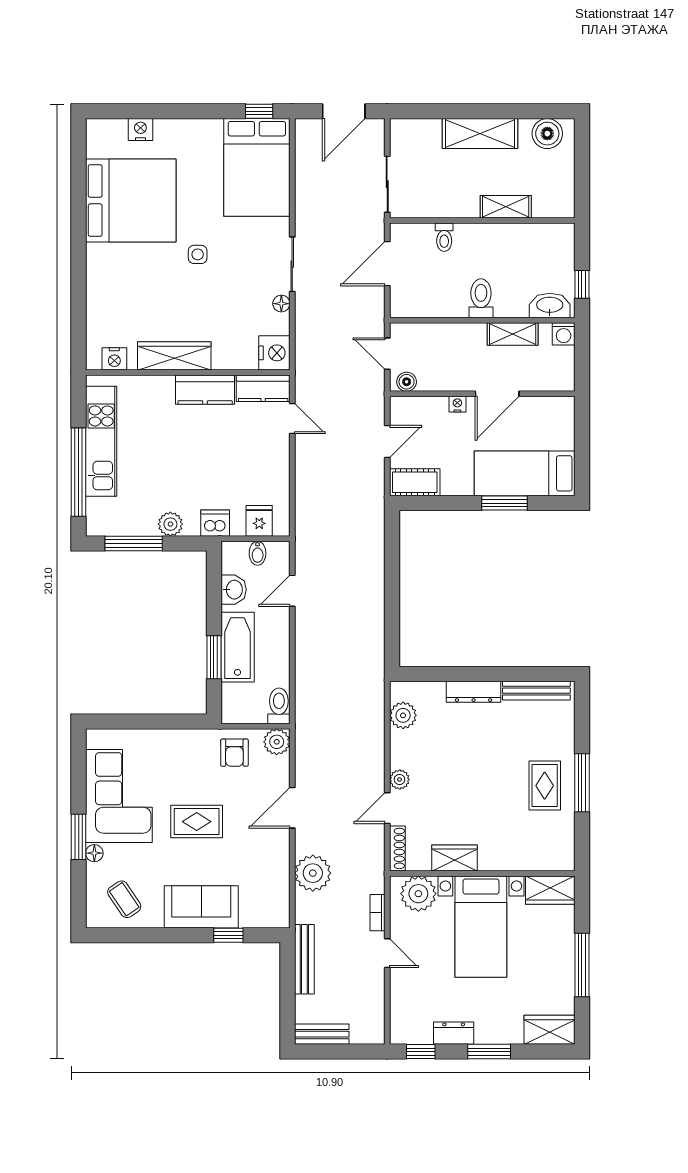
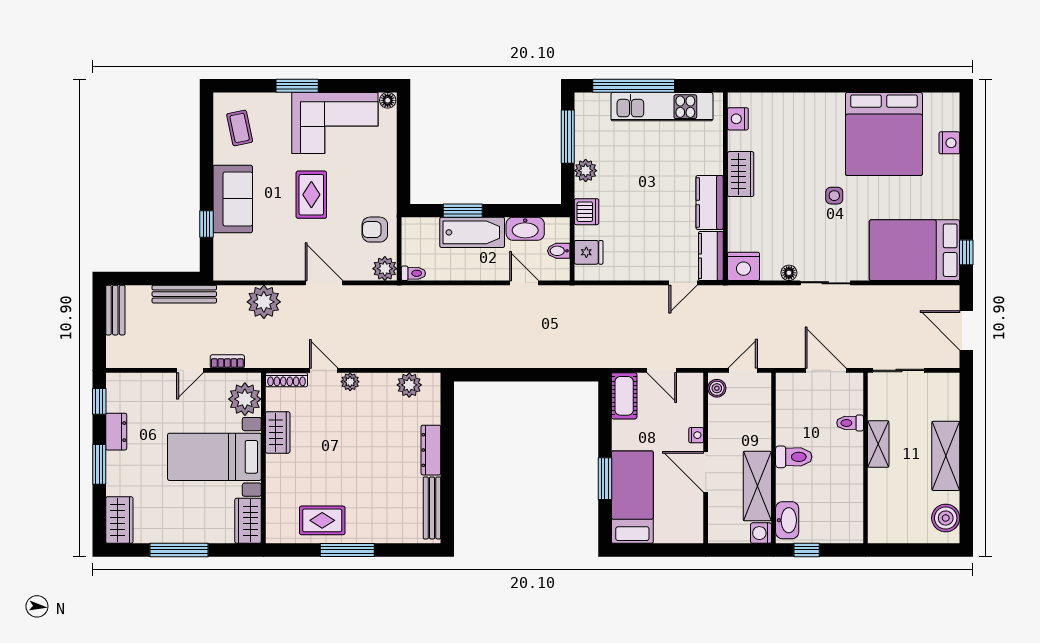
shelving: (506, 207) -> (878, 444), moved
shelving: (513, 334) -> (757, 486), width x1.50, depth x1.33
wardrobe: (174, 356) -> (741, 174), width x0.67
washbasin: (234, 590) -> (525, 229), width x1.38
toilet: (279, 706) -> (413, 273), width x0.73, depth x0.72
rug: (545, 786) -> (322, 520), moved
floor lamp: (94, 853) -> (388, 100), moved
coffee table: (124, 899) -> (240, 128), turned -68

